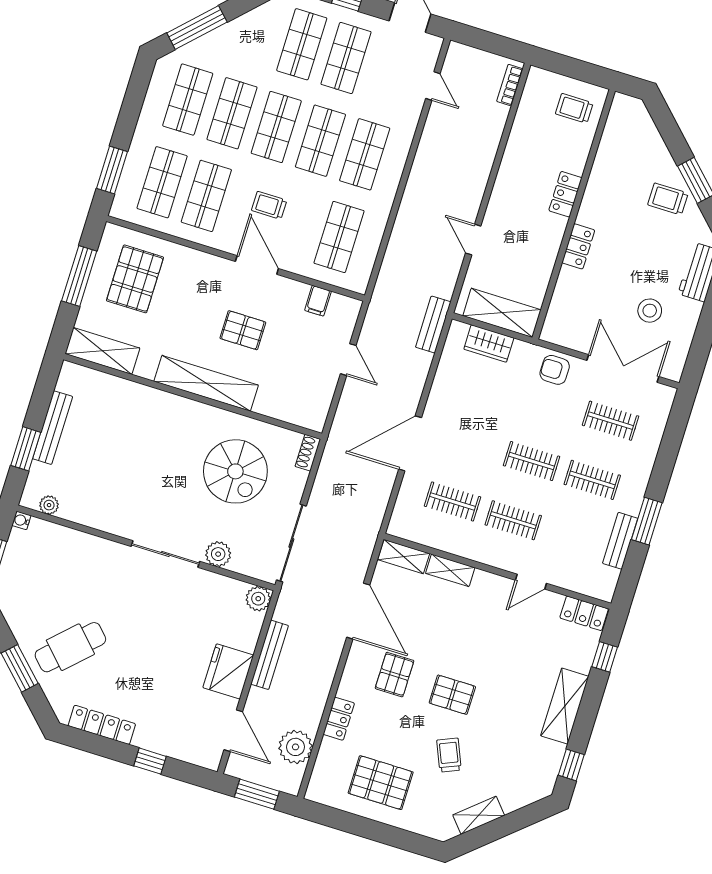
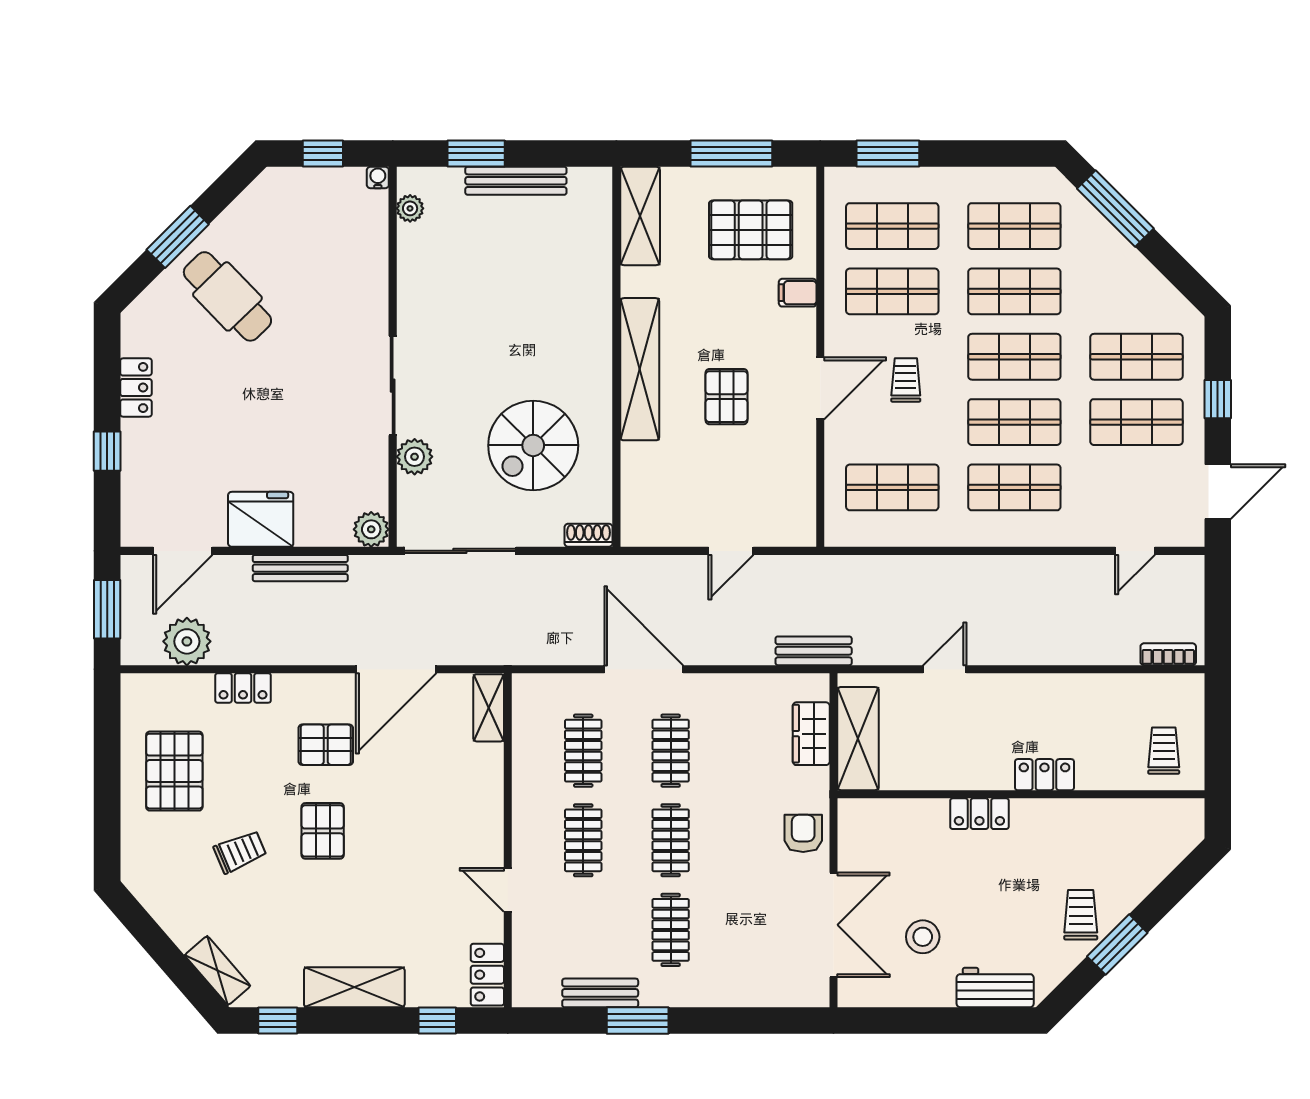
filing cabinet: (318, 301) -> (798, 293), moved
clothes rail: (611, 421) -> (671, 751), moved
shelving: (450, 570) -> (489, 776), removed
locker: (102, 725) -> (136, 387), width x0.66
shelving: (479, 815) -> (218, 971), moved

